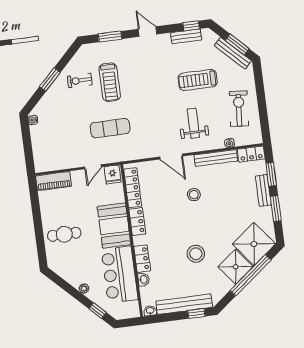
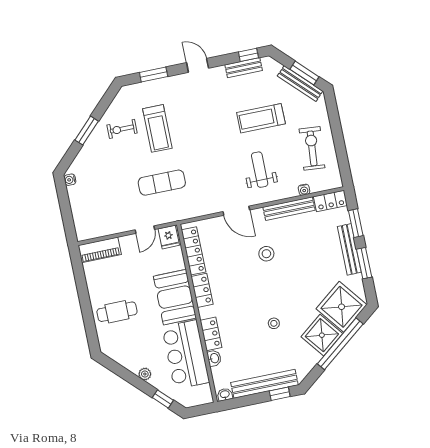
bench: (263, 190) -> (349, 249), width x1.36
stool: (196, 254) -> (274, 323), width x0.53, depth x0.53

